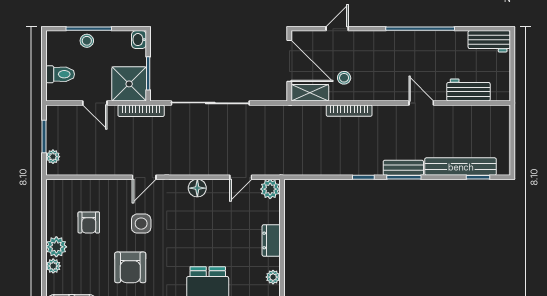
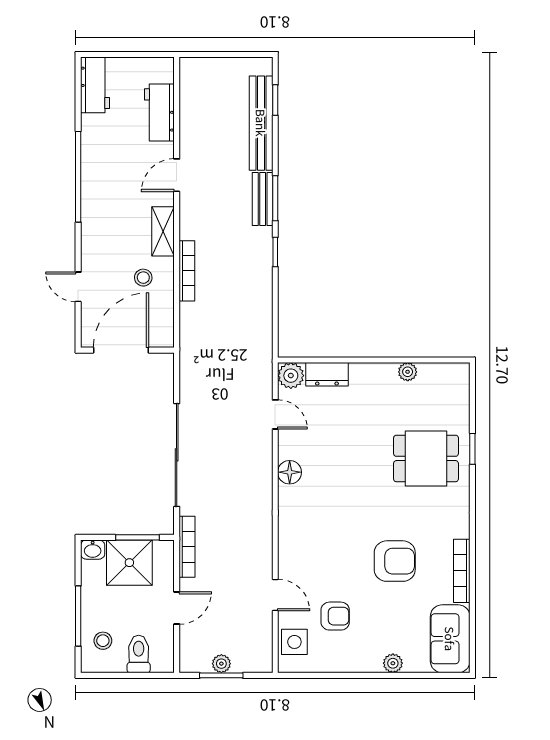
stool: (87, 41) -> (103, 641), moved
shower: (129, 84) -> (129, 563), moved
shelving: (310, 93) -> (163, 231), moved
plant: (53, 157) -> (221, 664), moved
door: (144, 177) -> (275, 595), moved
side table: (141, 224) -> (294, 642), moved
dresser: (271, 240) -> (327, 374), moved
plant: (56, 247) -> (367, 659), removed

